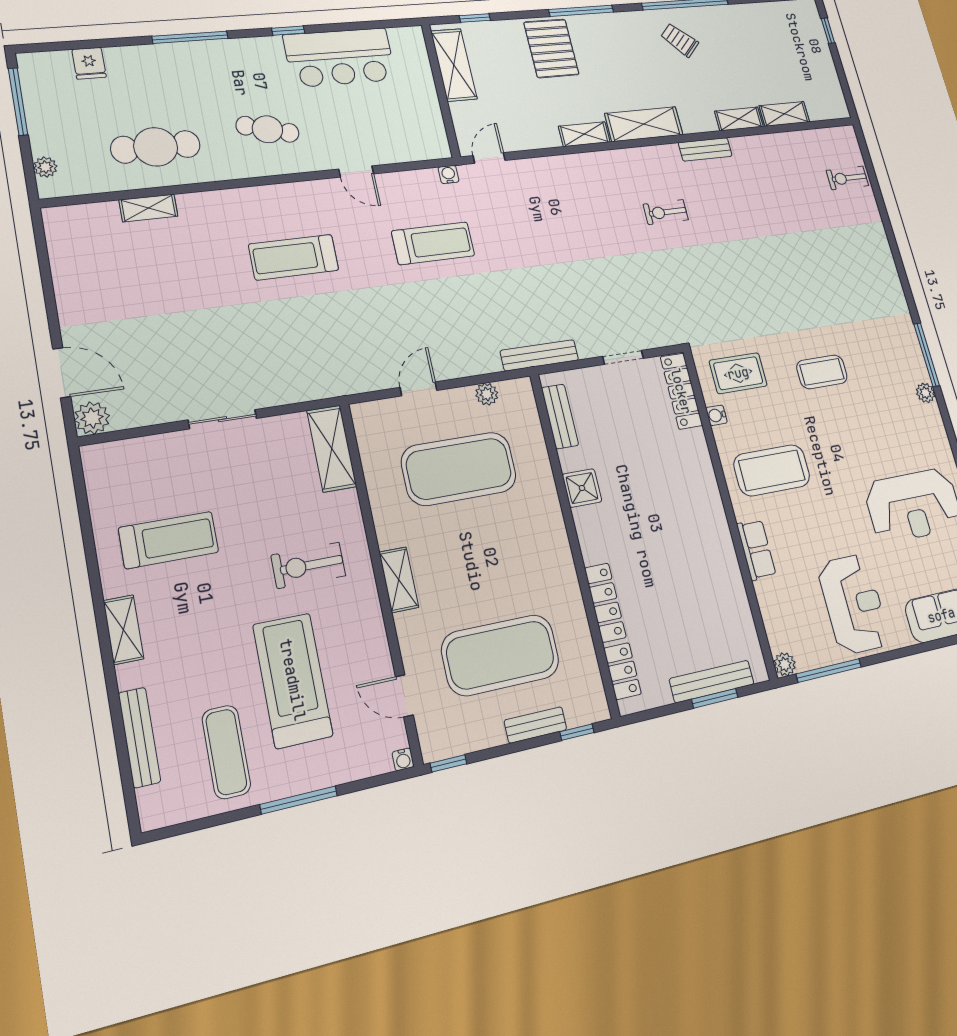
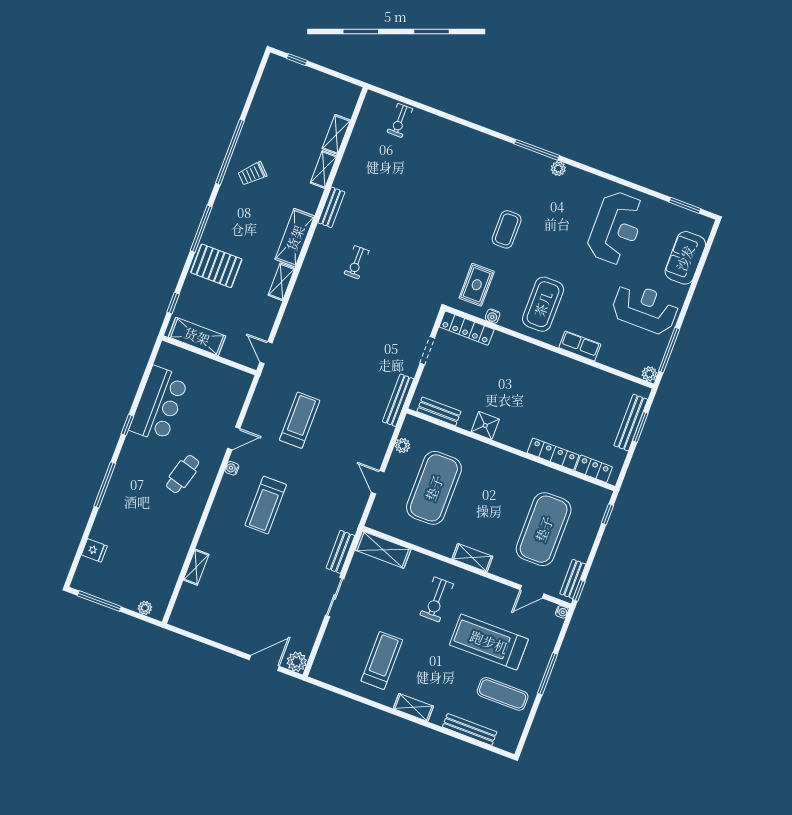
cafe table: (156, 147) -> (162, 543), removed
water cooler: (449, 174) -> (232, 468), moved
bench: (292, 392) -> (340, 552), added
bench: (535, 725) -> (573, 579), moved

